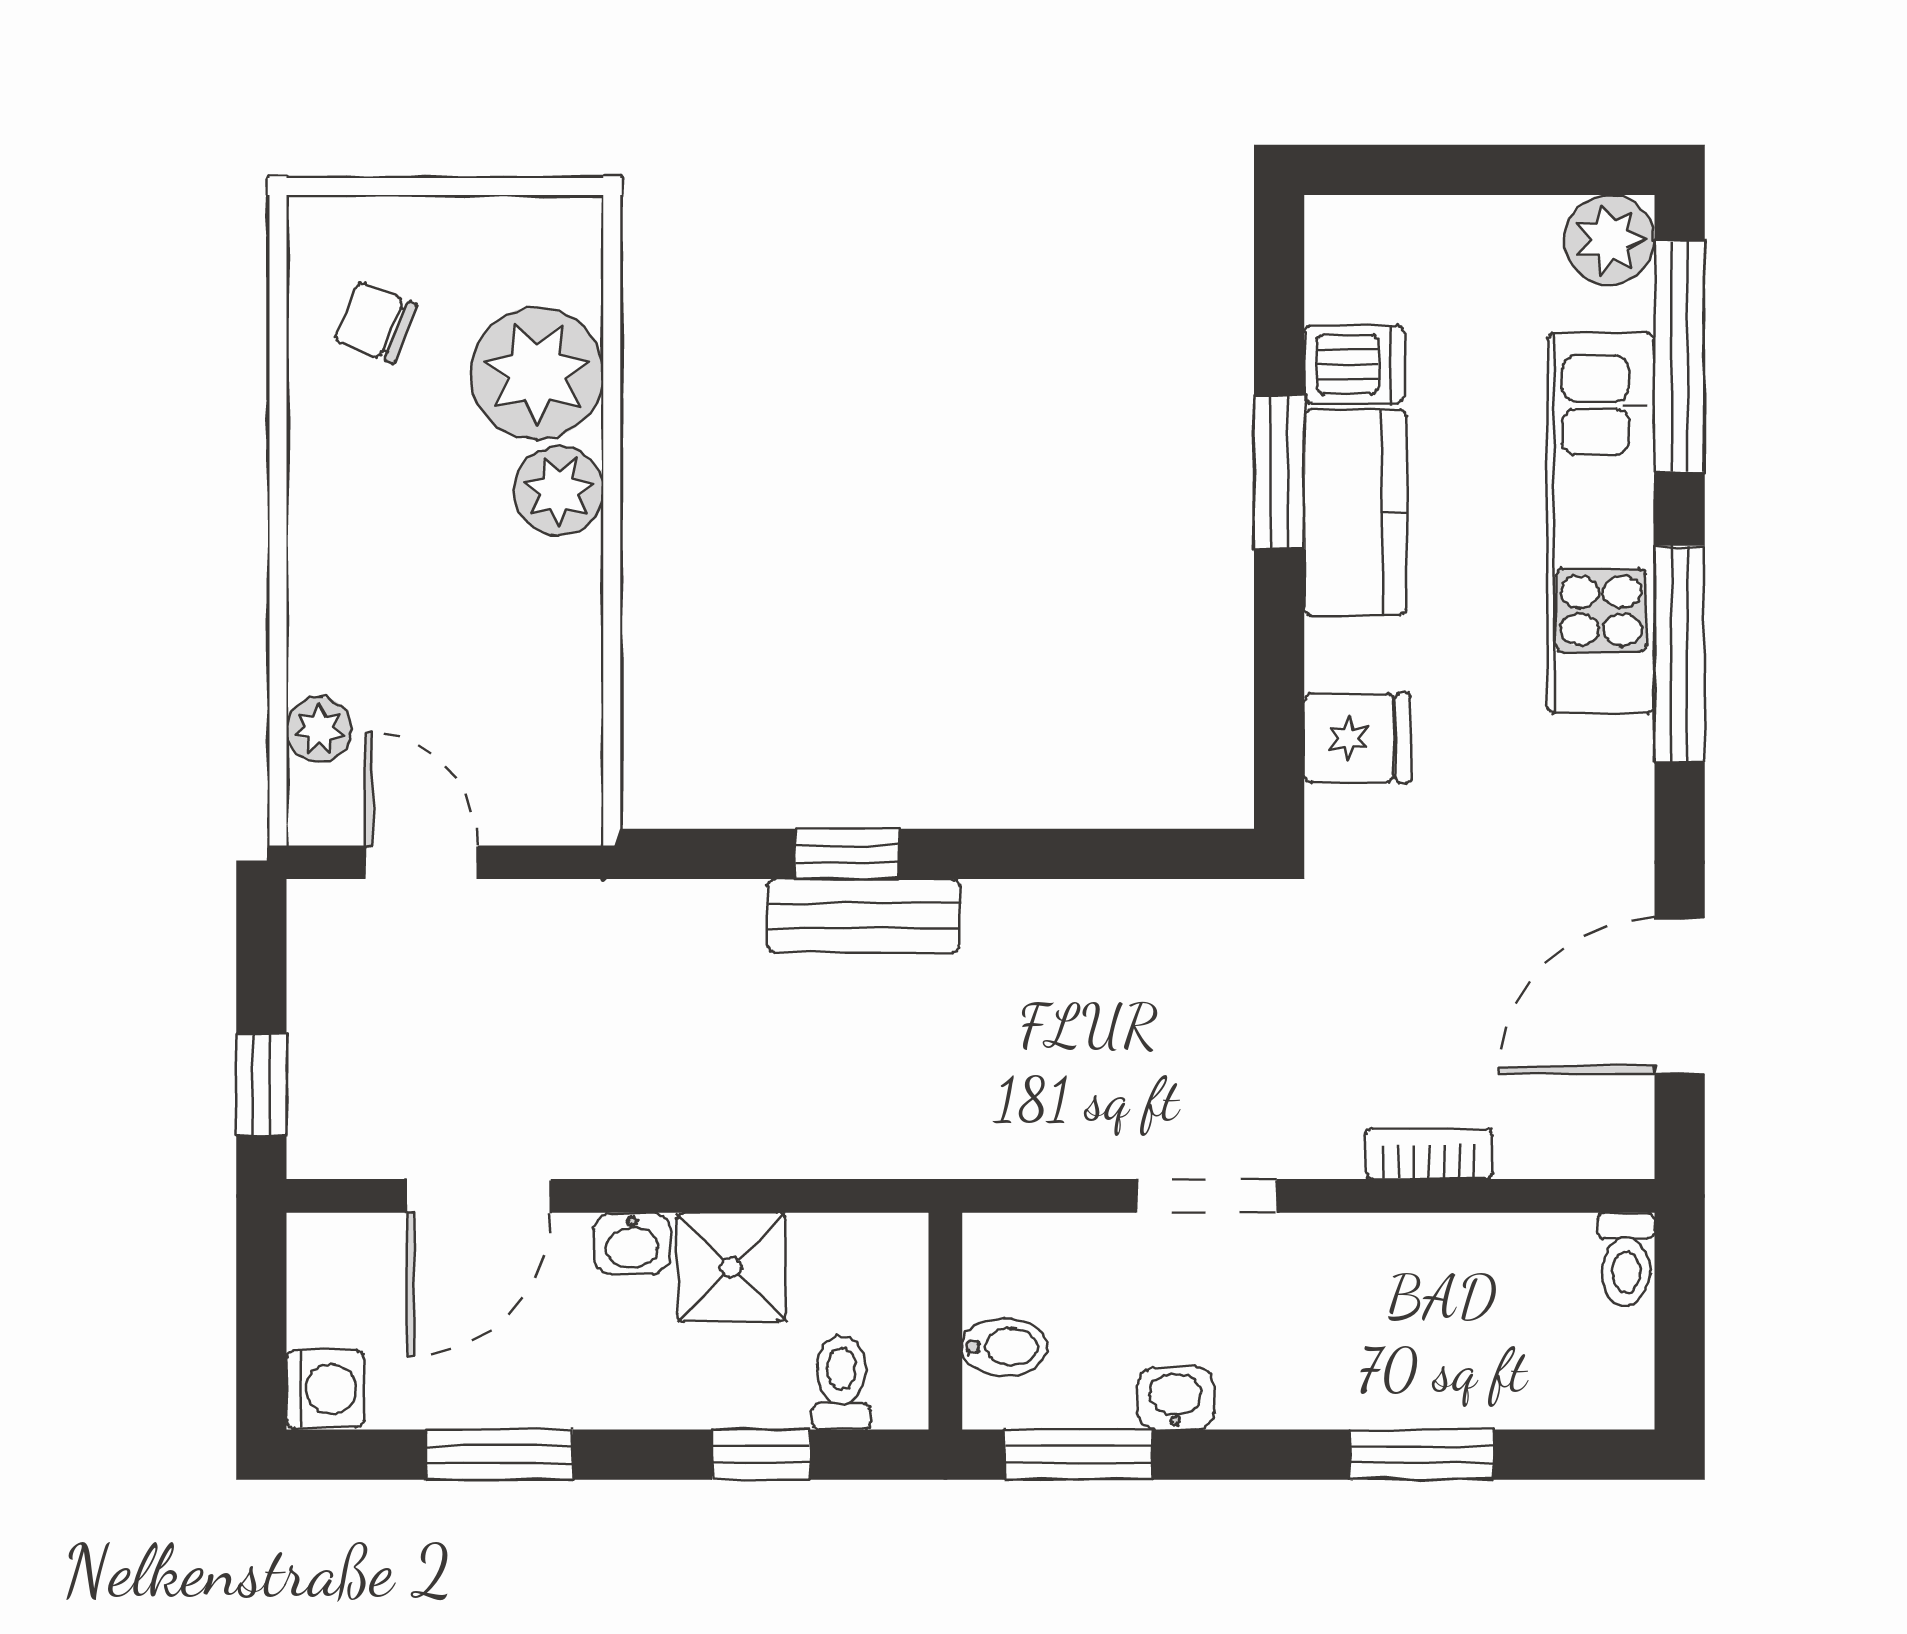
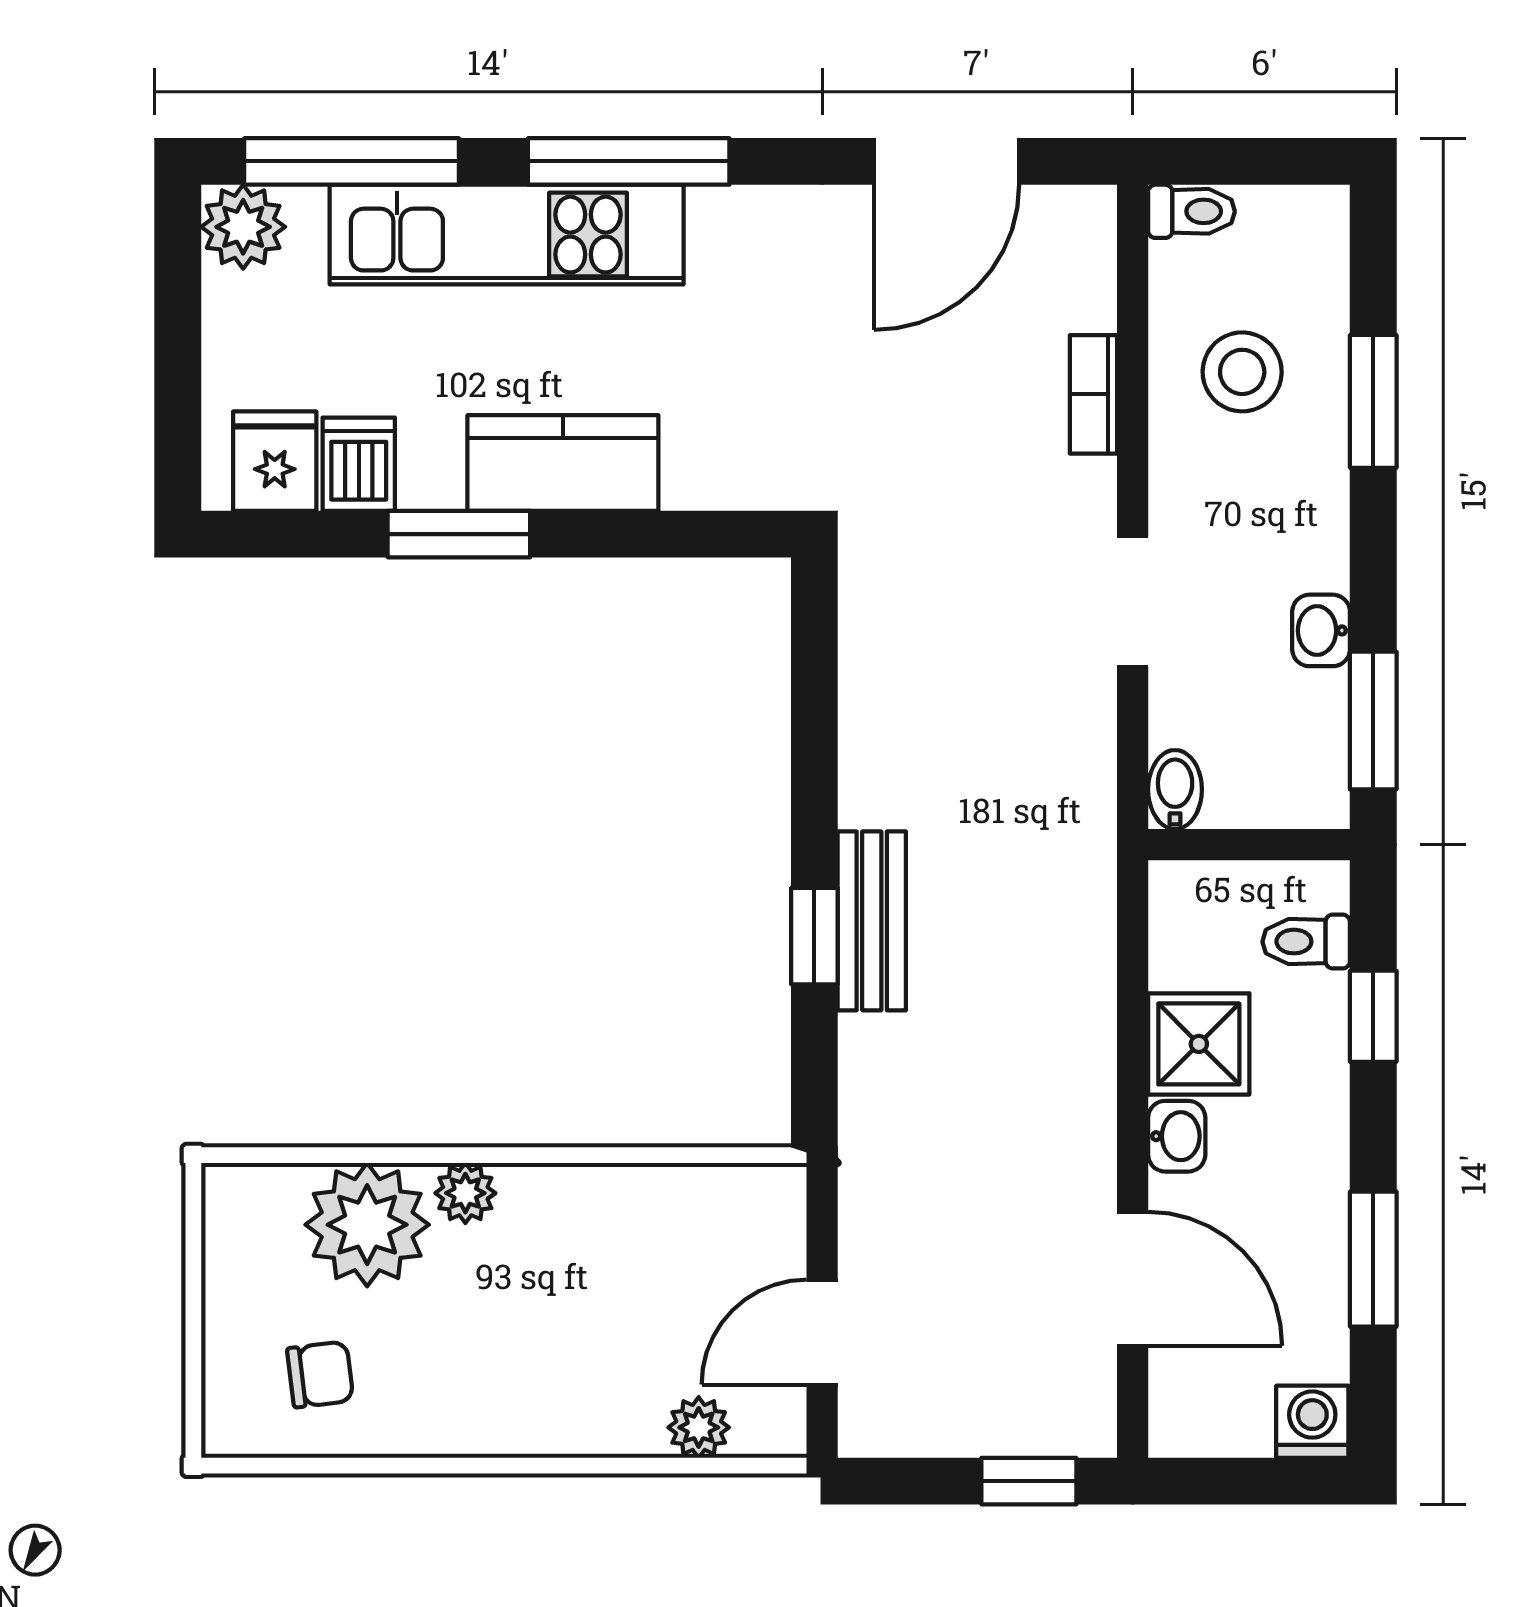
chair: (376, 323) -> (320, 1374), turned -119
plant: (559, 491) -> (465, 1193), width x0.73, depth x0.73
kitchen counter: (1355, 512) -> (563, 463), moved
fridge: (1358, 738) -> (275, 461), moved
door: (1680, 996) -> (947, 161), hinge flipped
stool: (1453, 1314) -> (1242, 372), added
bidet: (1005, 1347) -> (1175, 790), moved

